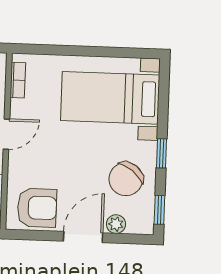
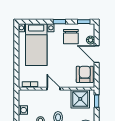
chair: (126, 179) -> (71, 37), turned 52

